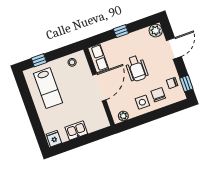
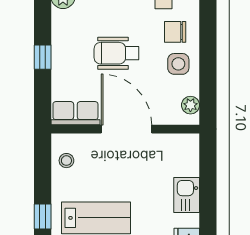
wheelchair: (137, 68) -> (117, 53), turned 180

